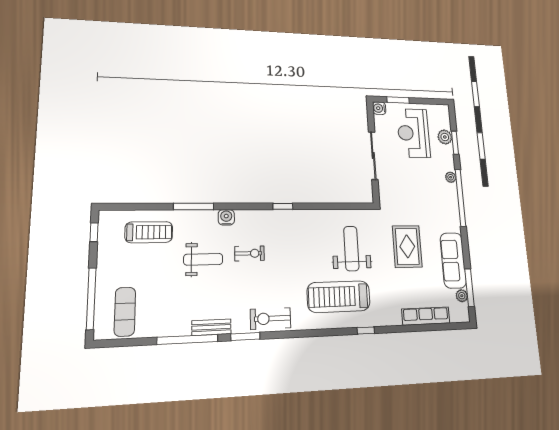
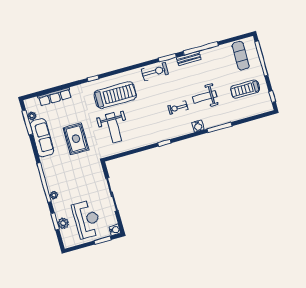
treadmill: (149, 232) -> (245, 89), moved

